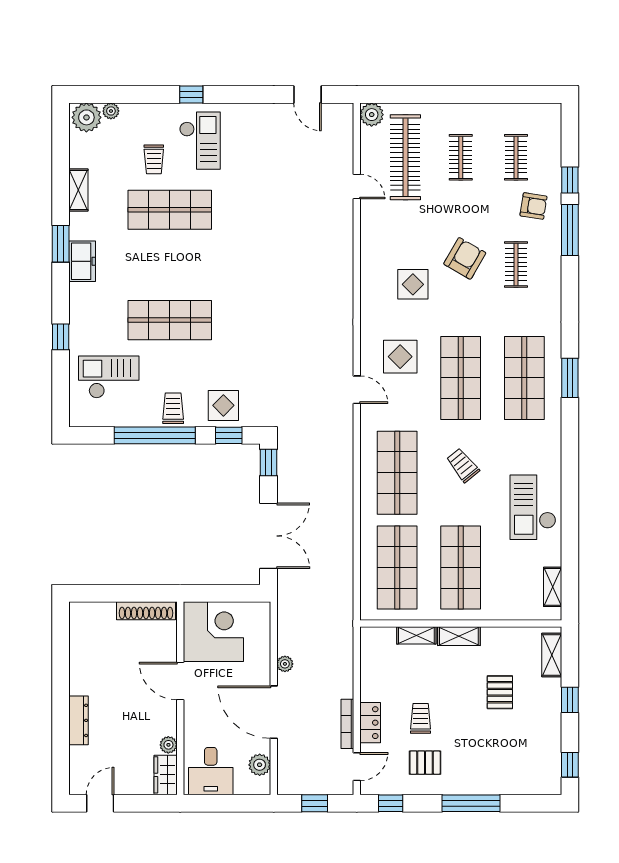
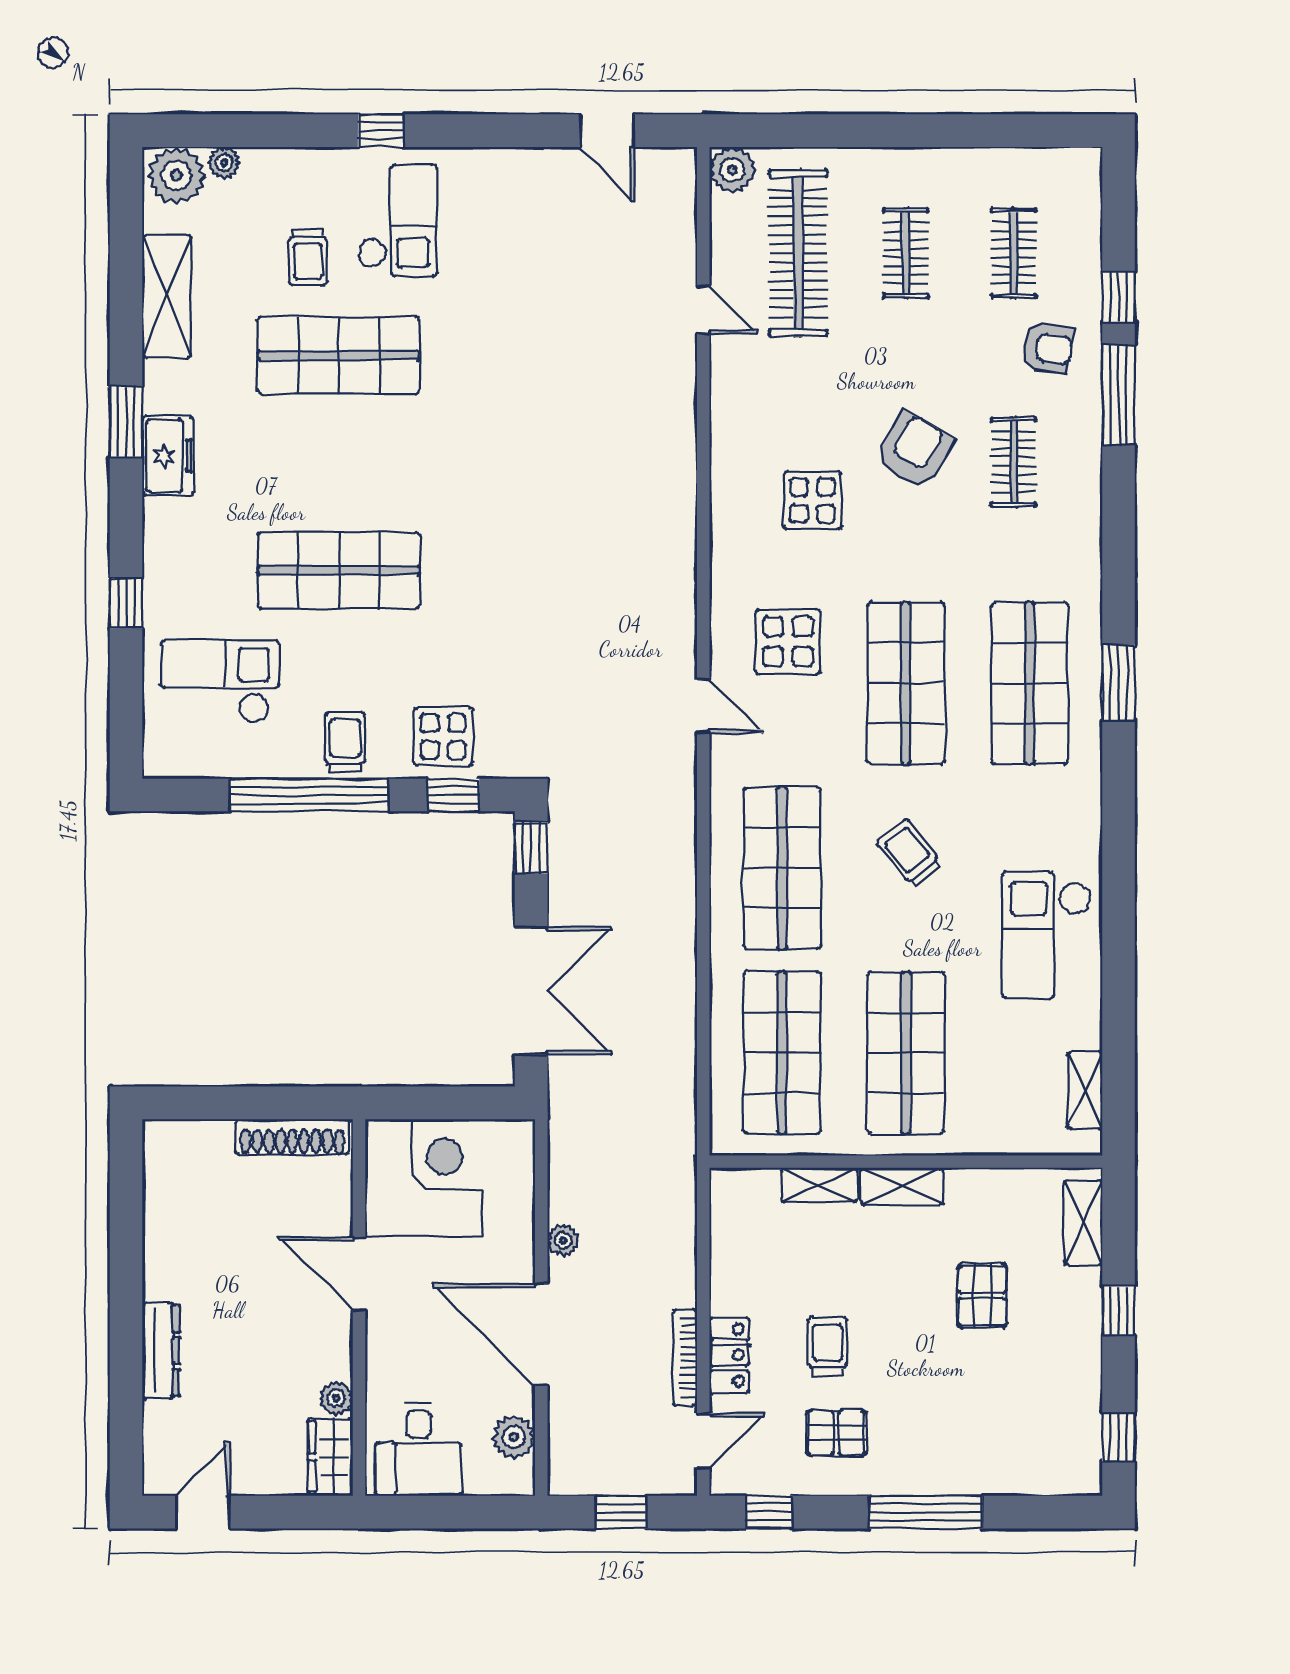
shelving: (78, 190) -> (167, 296), width x1.50, depth x1.33

